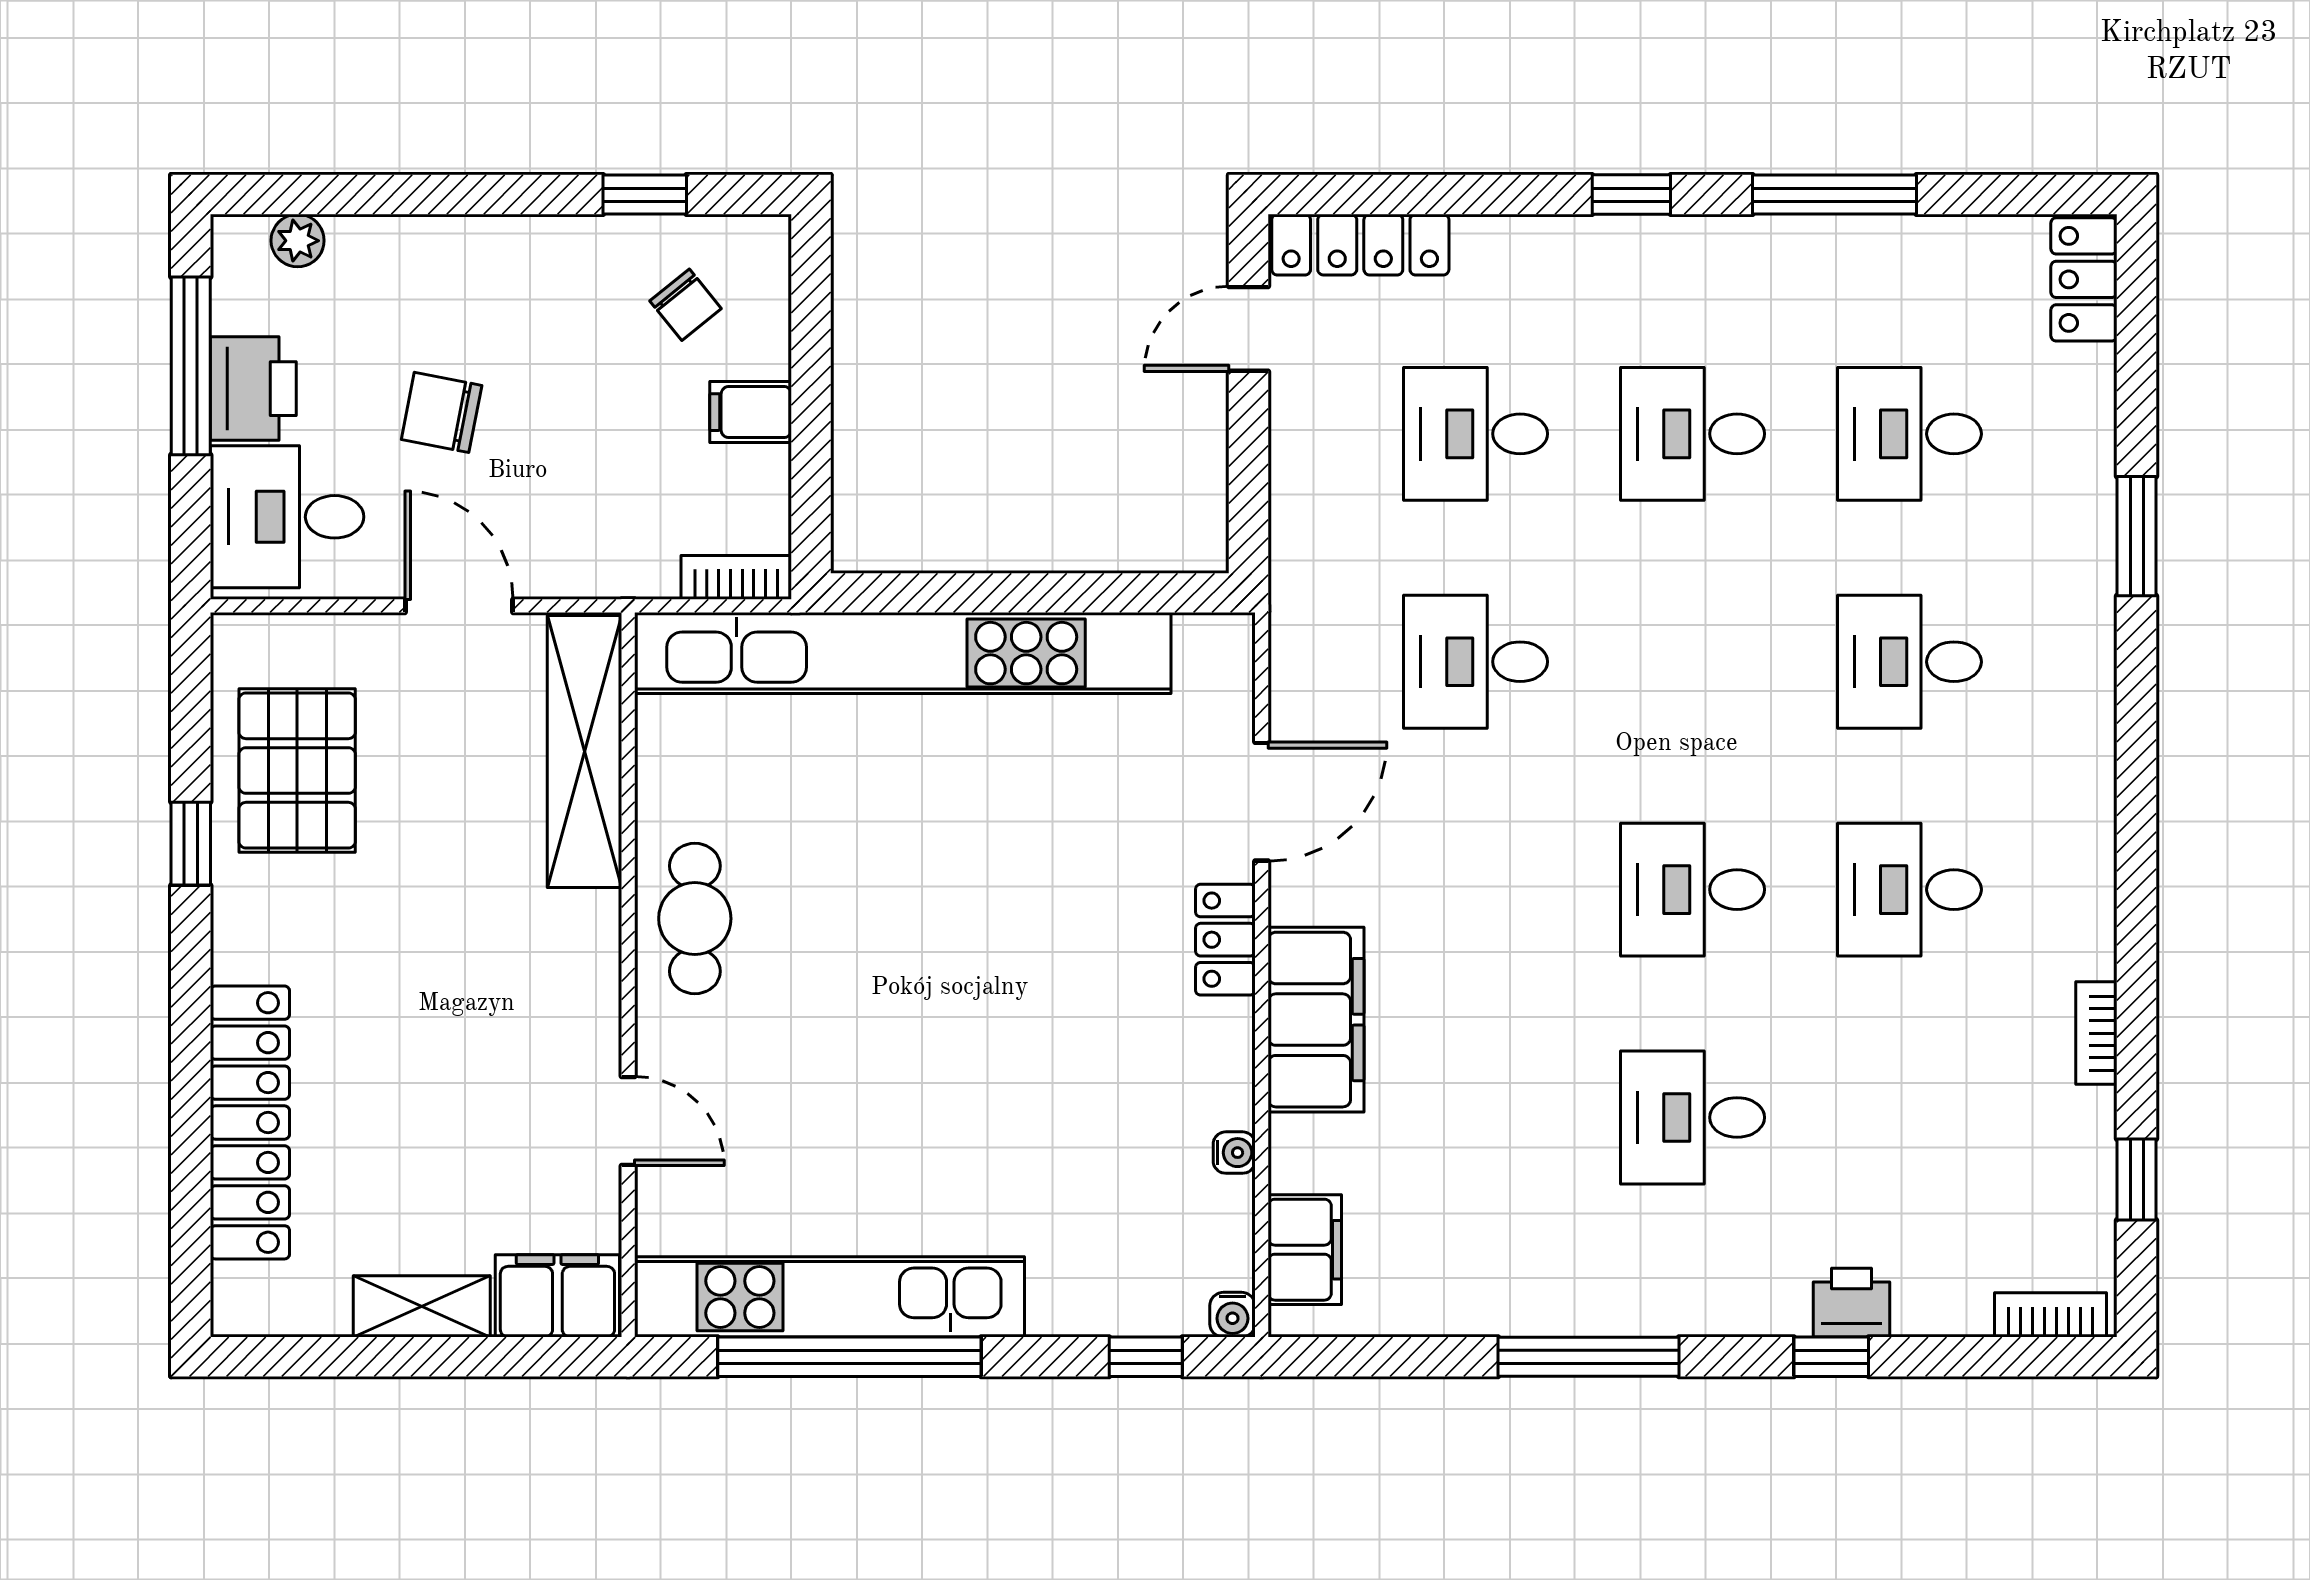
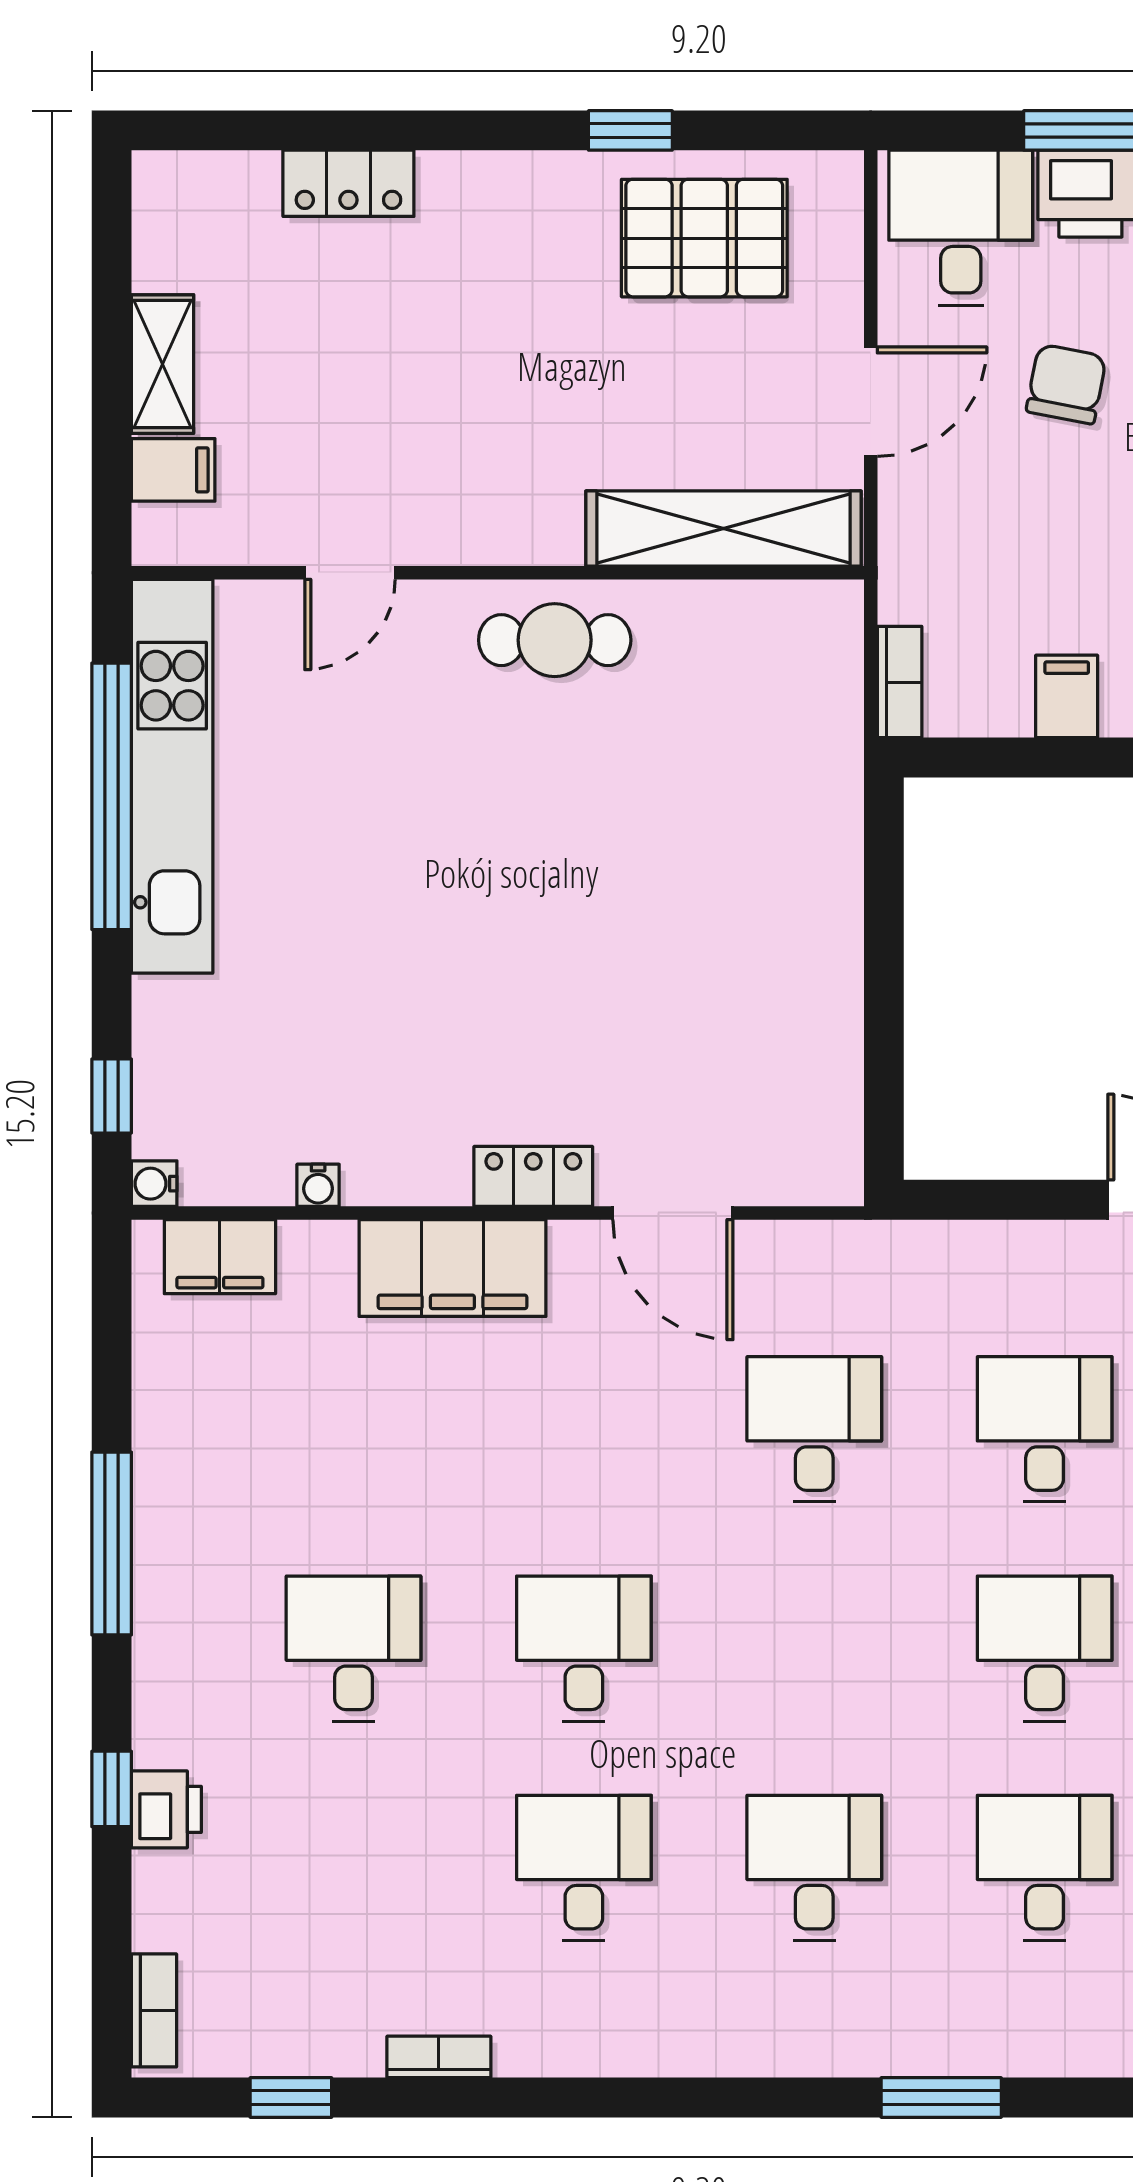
kitchen unit: (903, 653) -> (823, 850), removed
locker: (250, 1122) -> (348, 183), width x0.46, depth x0.83
filing cabinet: (557, 1296) -> (173, 470), width x0.50

